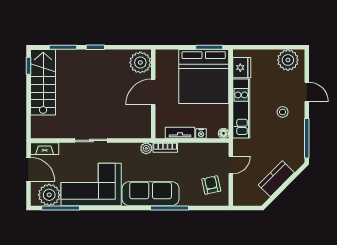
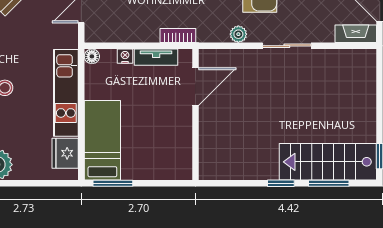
plant: (140, 62) -> (215, 161), removed
bed: (204, 76) -> (102, 140), width x0.49
stairs: (43, 82) -> (328, 162), moved, turned 90
door: (153, 92) -> (195, 87), moved
plant: (146, 148) -> (238, 34), moved

